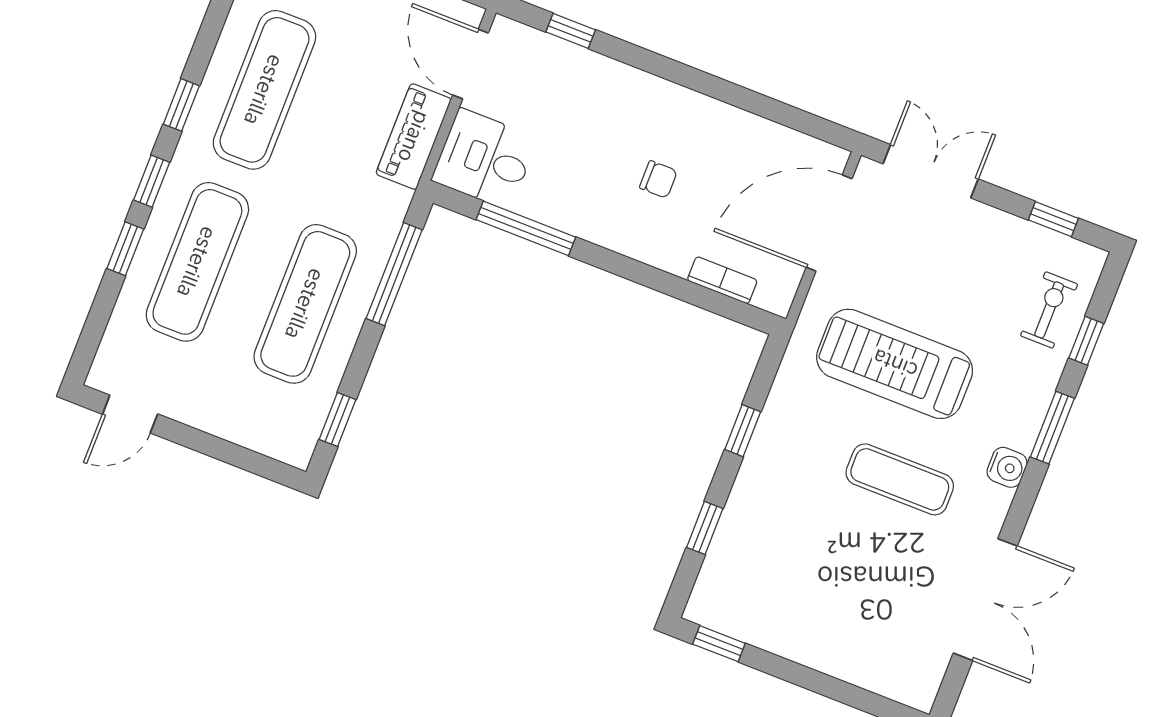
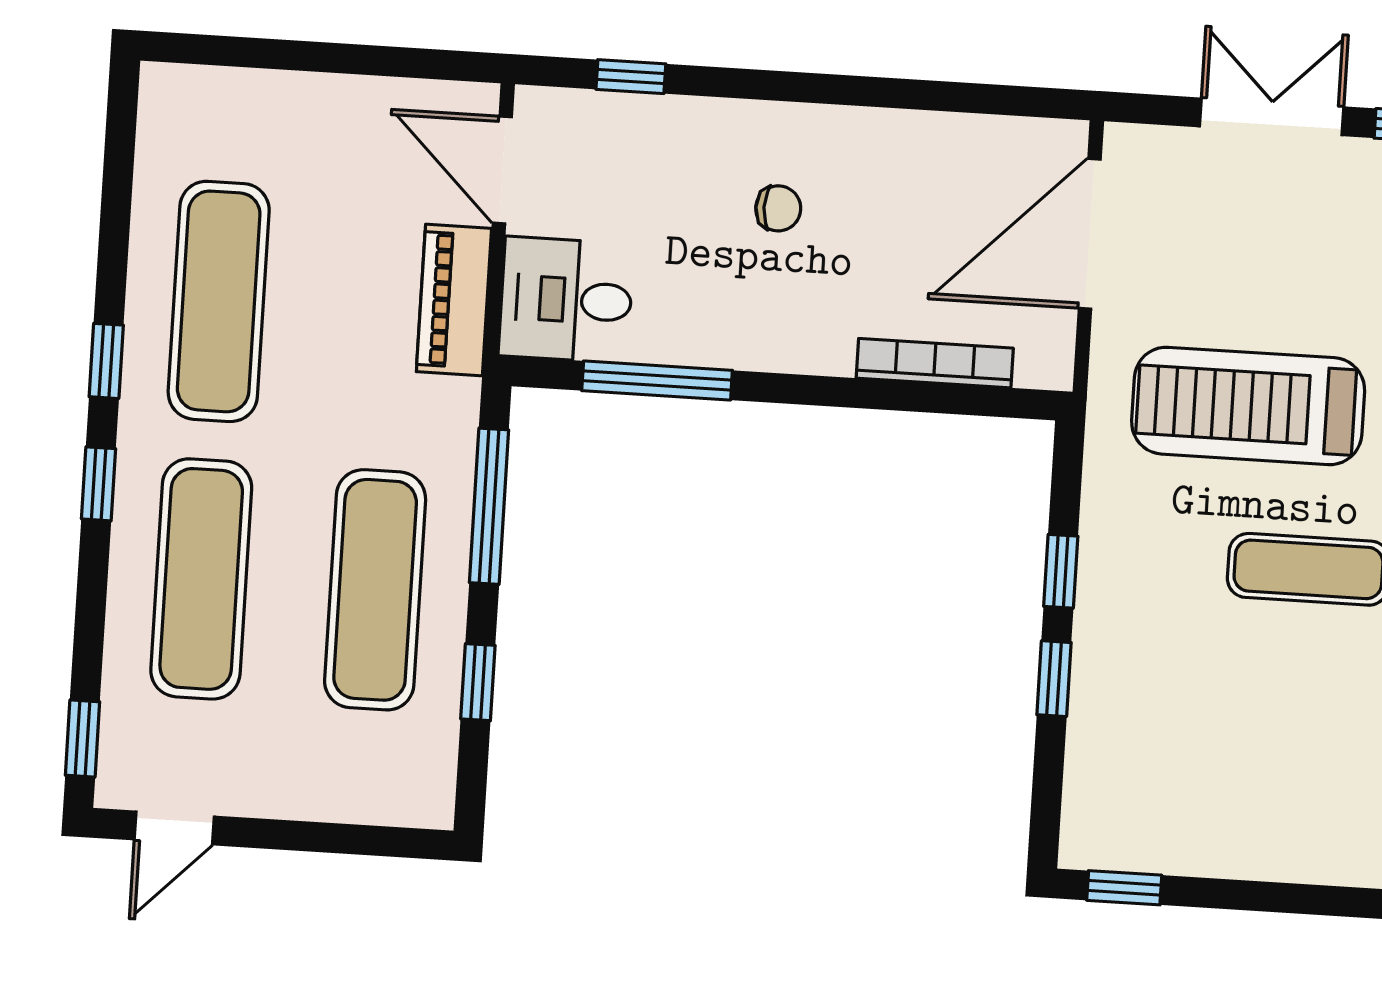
double door: (931, 171) -> (1272, 117), moved
chair: (658, 179) -> (778, 208), moved
window: (125, 249) -> (83, 738), moved
bookcase: (722, 280) -> (935, 363), width x1.56
window: (337, 420) -> (478, 682), moved
window: (705, 528) -> (1054, 679), moved

